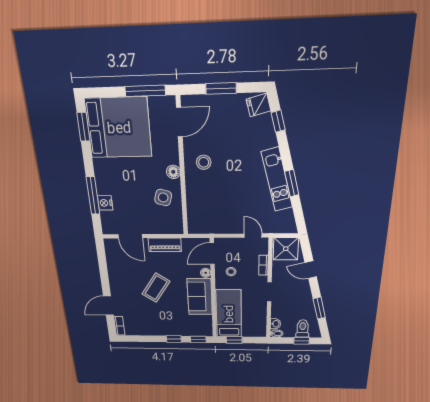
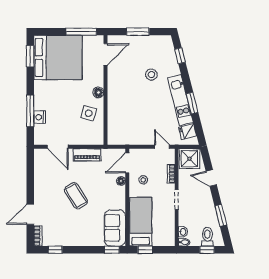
fridge: (258, 105) -> (188, 132), moved
stool: (204, 162) -> (151, 75), moved
coffee table: (156, 288) -> (76, 196), turned -66
sofa: (200, 297) -> (115, 228), moved
window: (174, 339) -> (55, 250), moved

